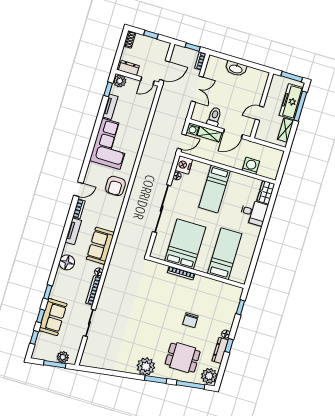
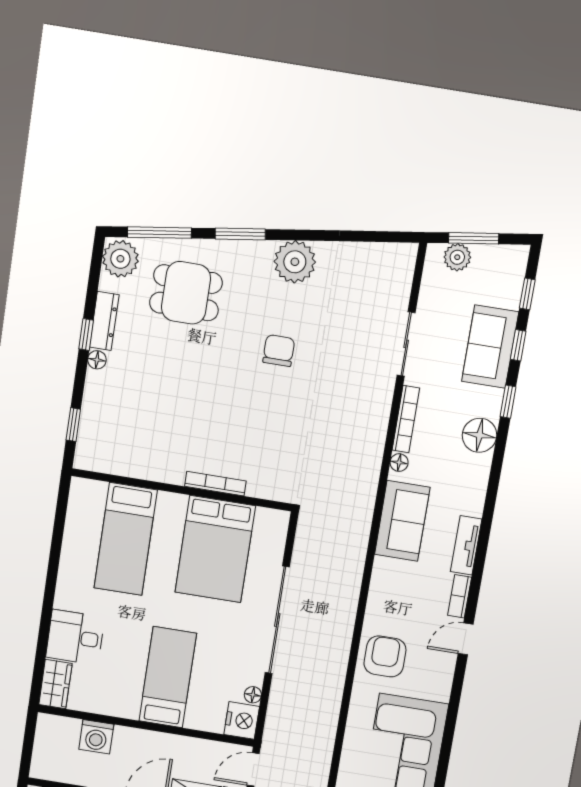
floor lamp: (67, 262) -> (479, 435), moved
chair: (190, 320) -> (279, 351), moved
plant: (146, 366) -> (295, 262), moved

